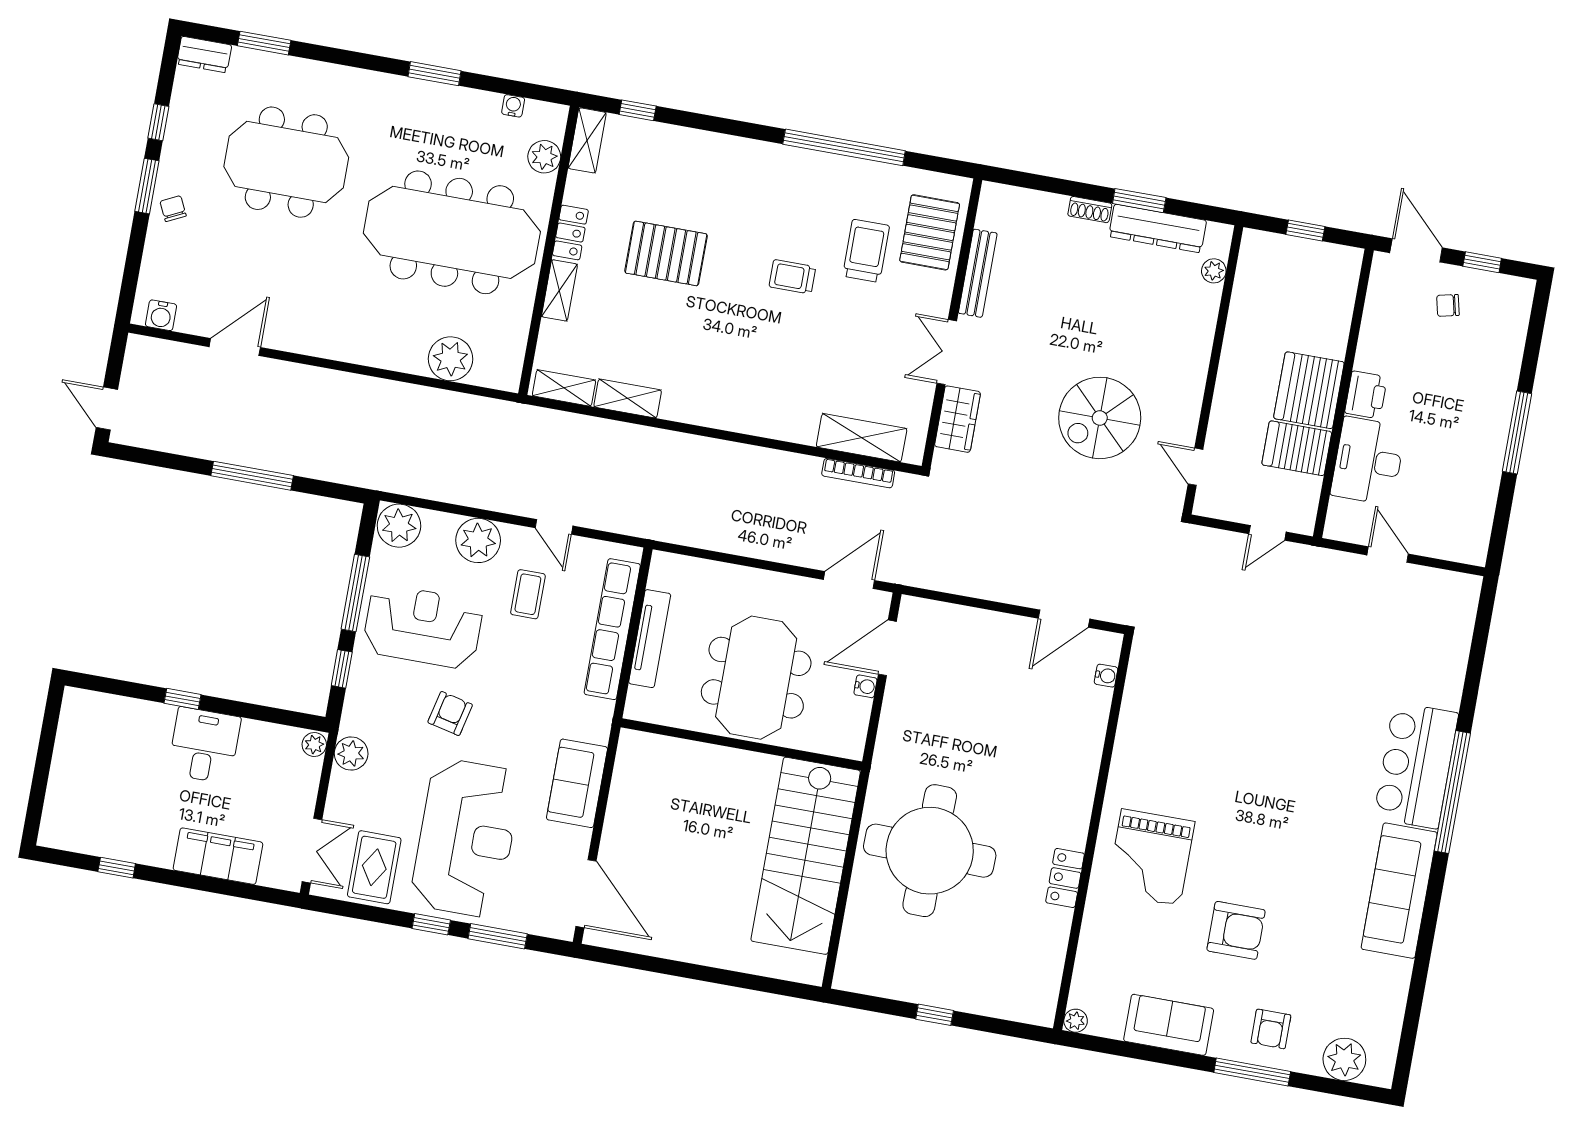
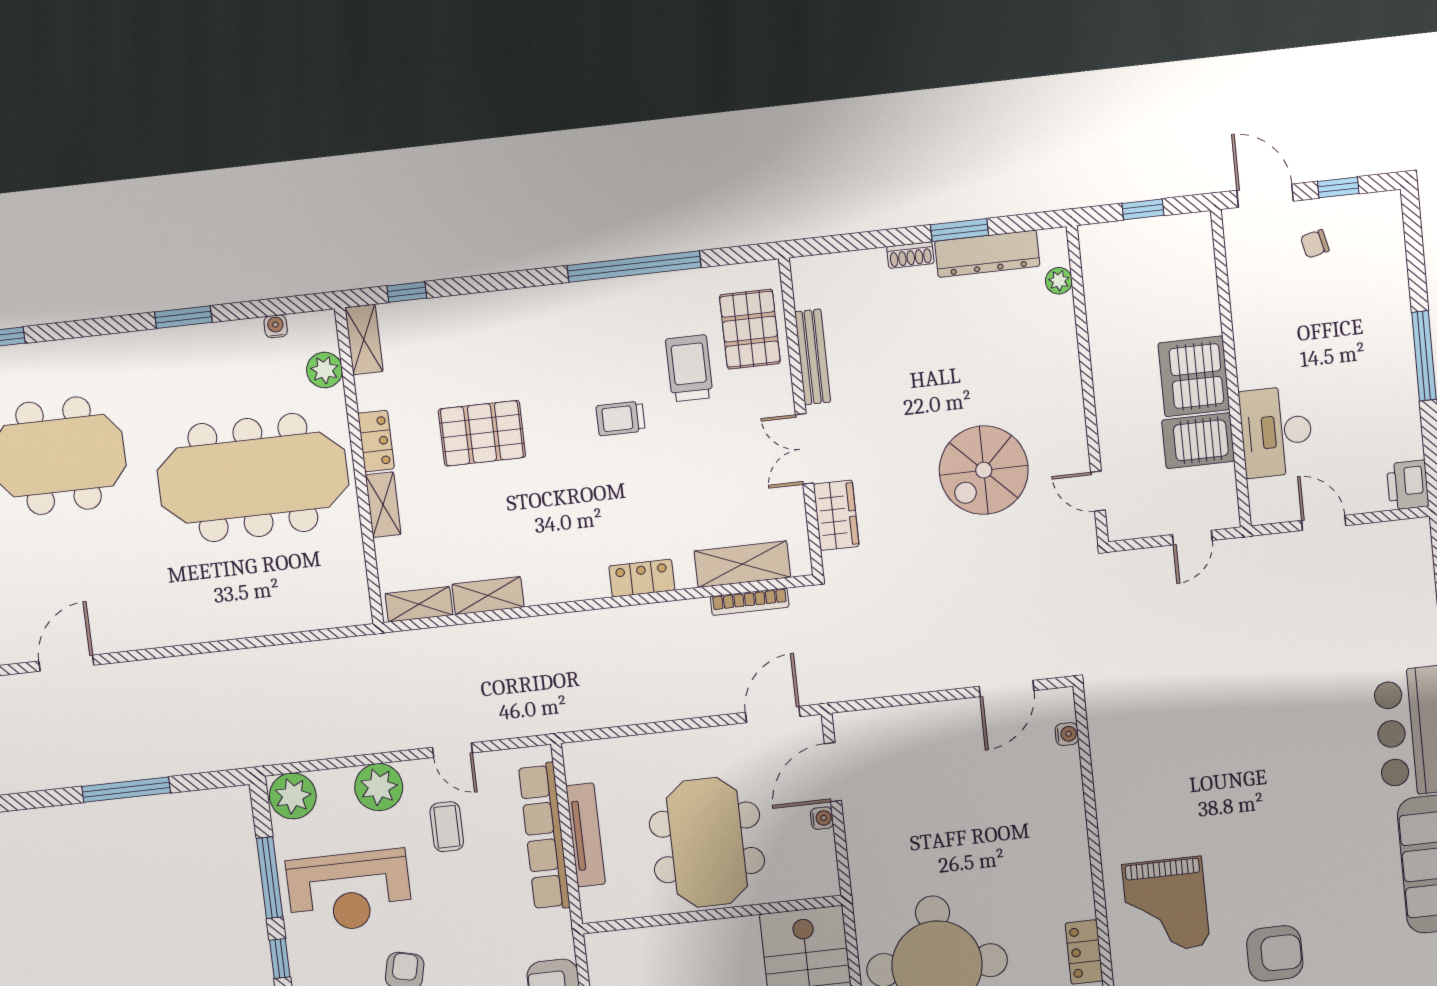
plant: (451, 359) -> (292, 609), removed
printer: (1366, 395) -> (1408, 485), moved, turned 180
locker: (769, 424) -> (642, 578), added
reception desk: (423, 626) -> (349, 891), turned 180

